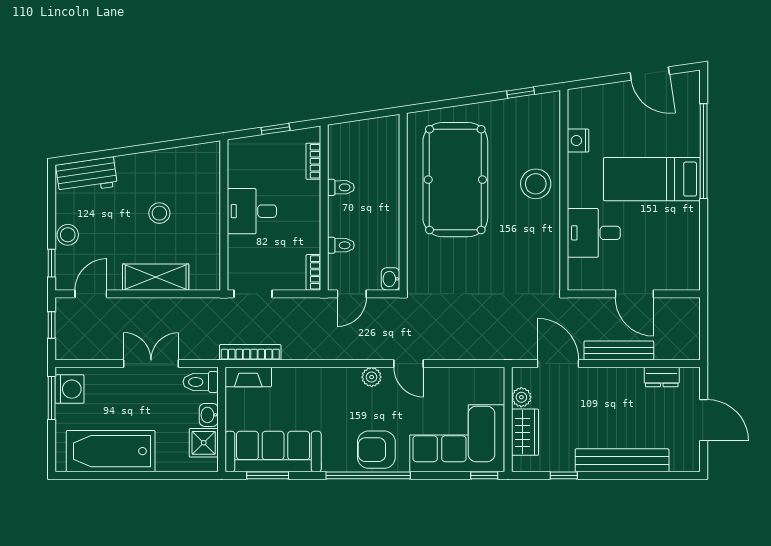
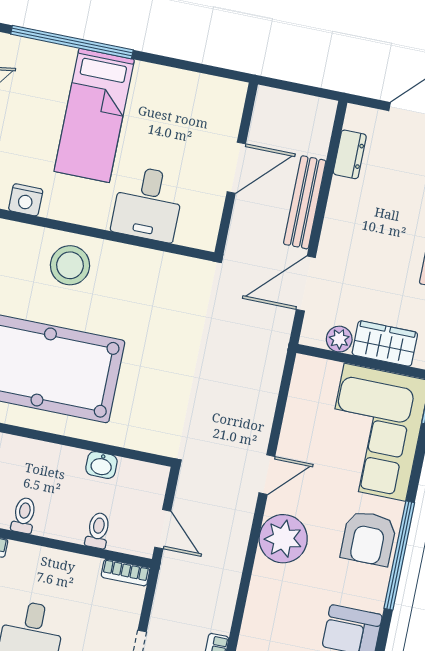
washbasin: (391, 279) -> (101, 465), moved
plant: (372, 377) -> (283, 539), width x1.87, depth x1.87

